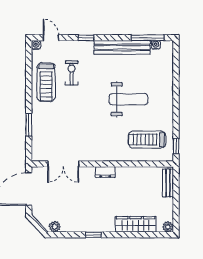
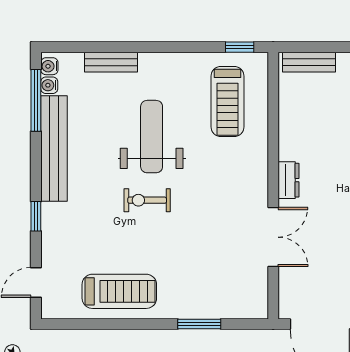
water cooler: (36, 45) -> (49, 66), moved
exercise bike: (72, 73) -> (147, 200), moved
bench: (168, 78) -> (111, 62), added
double door: (63, 164) -> (273, 237), moved

